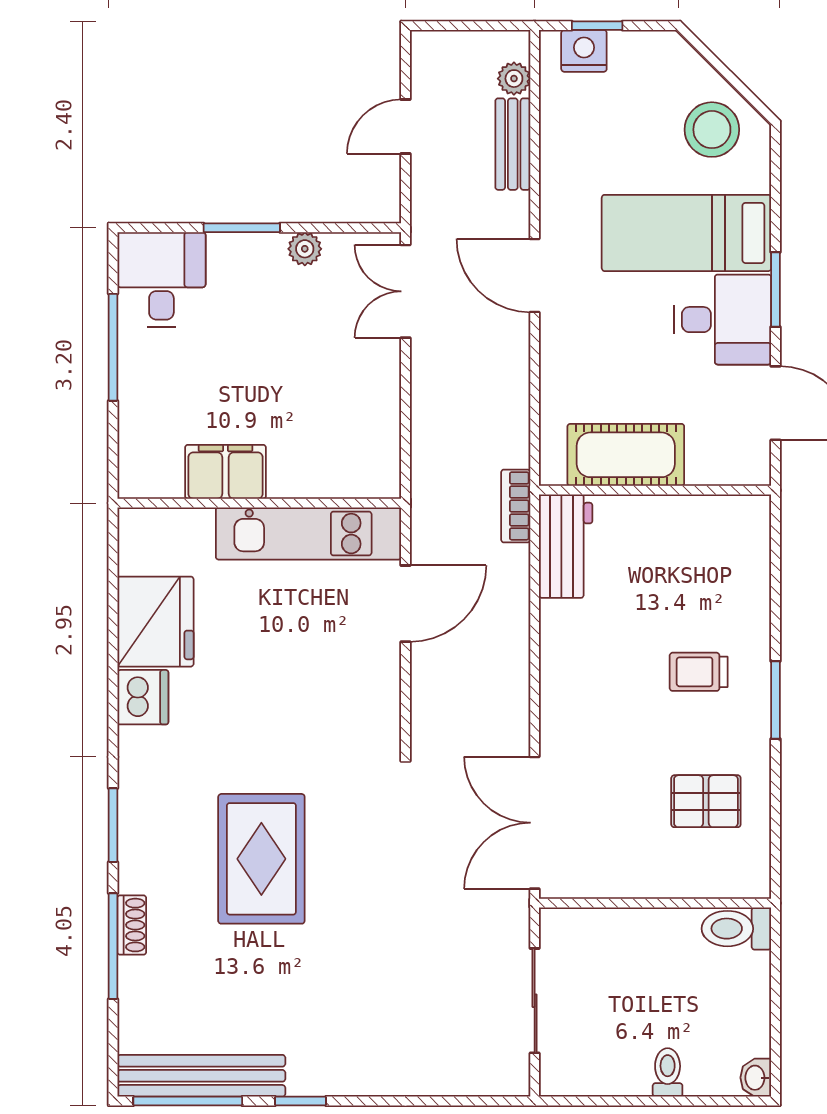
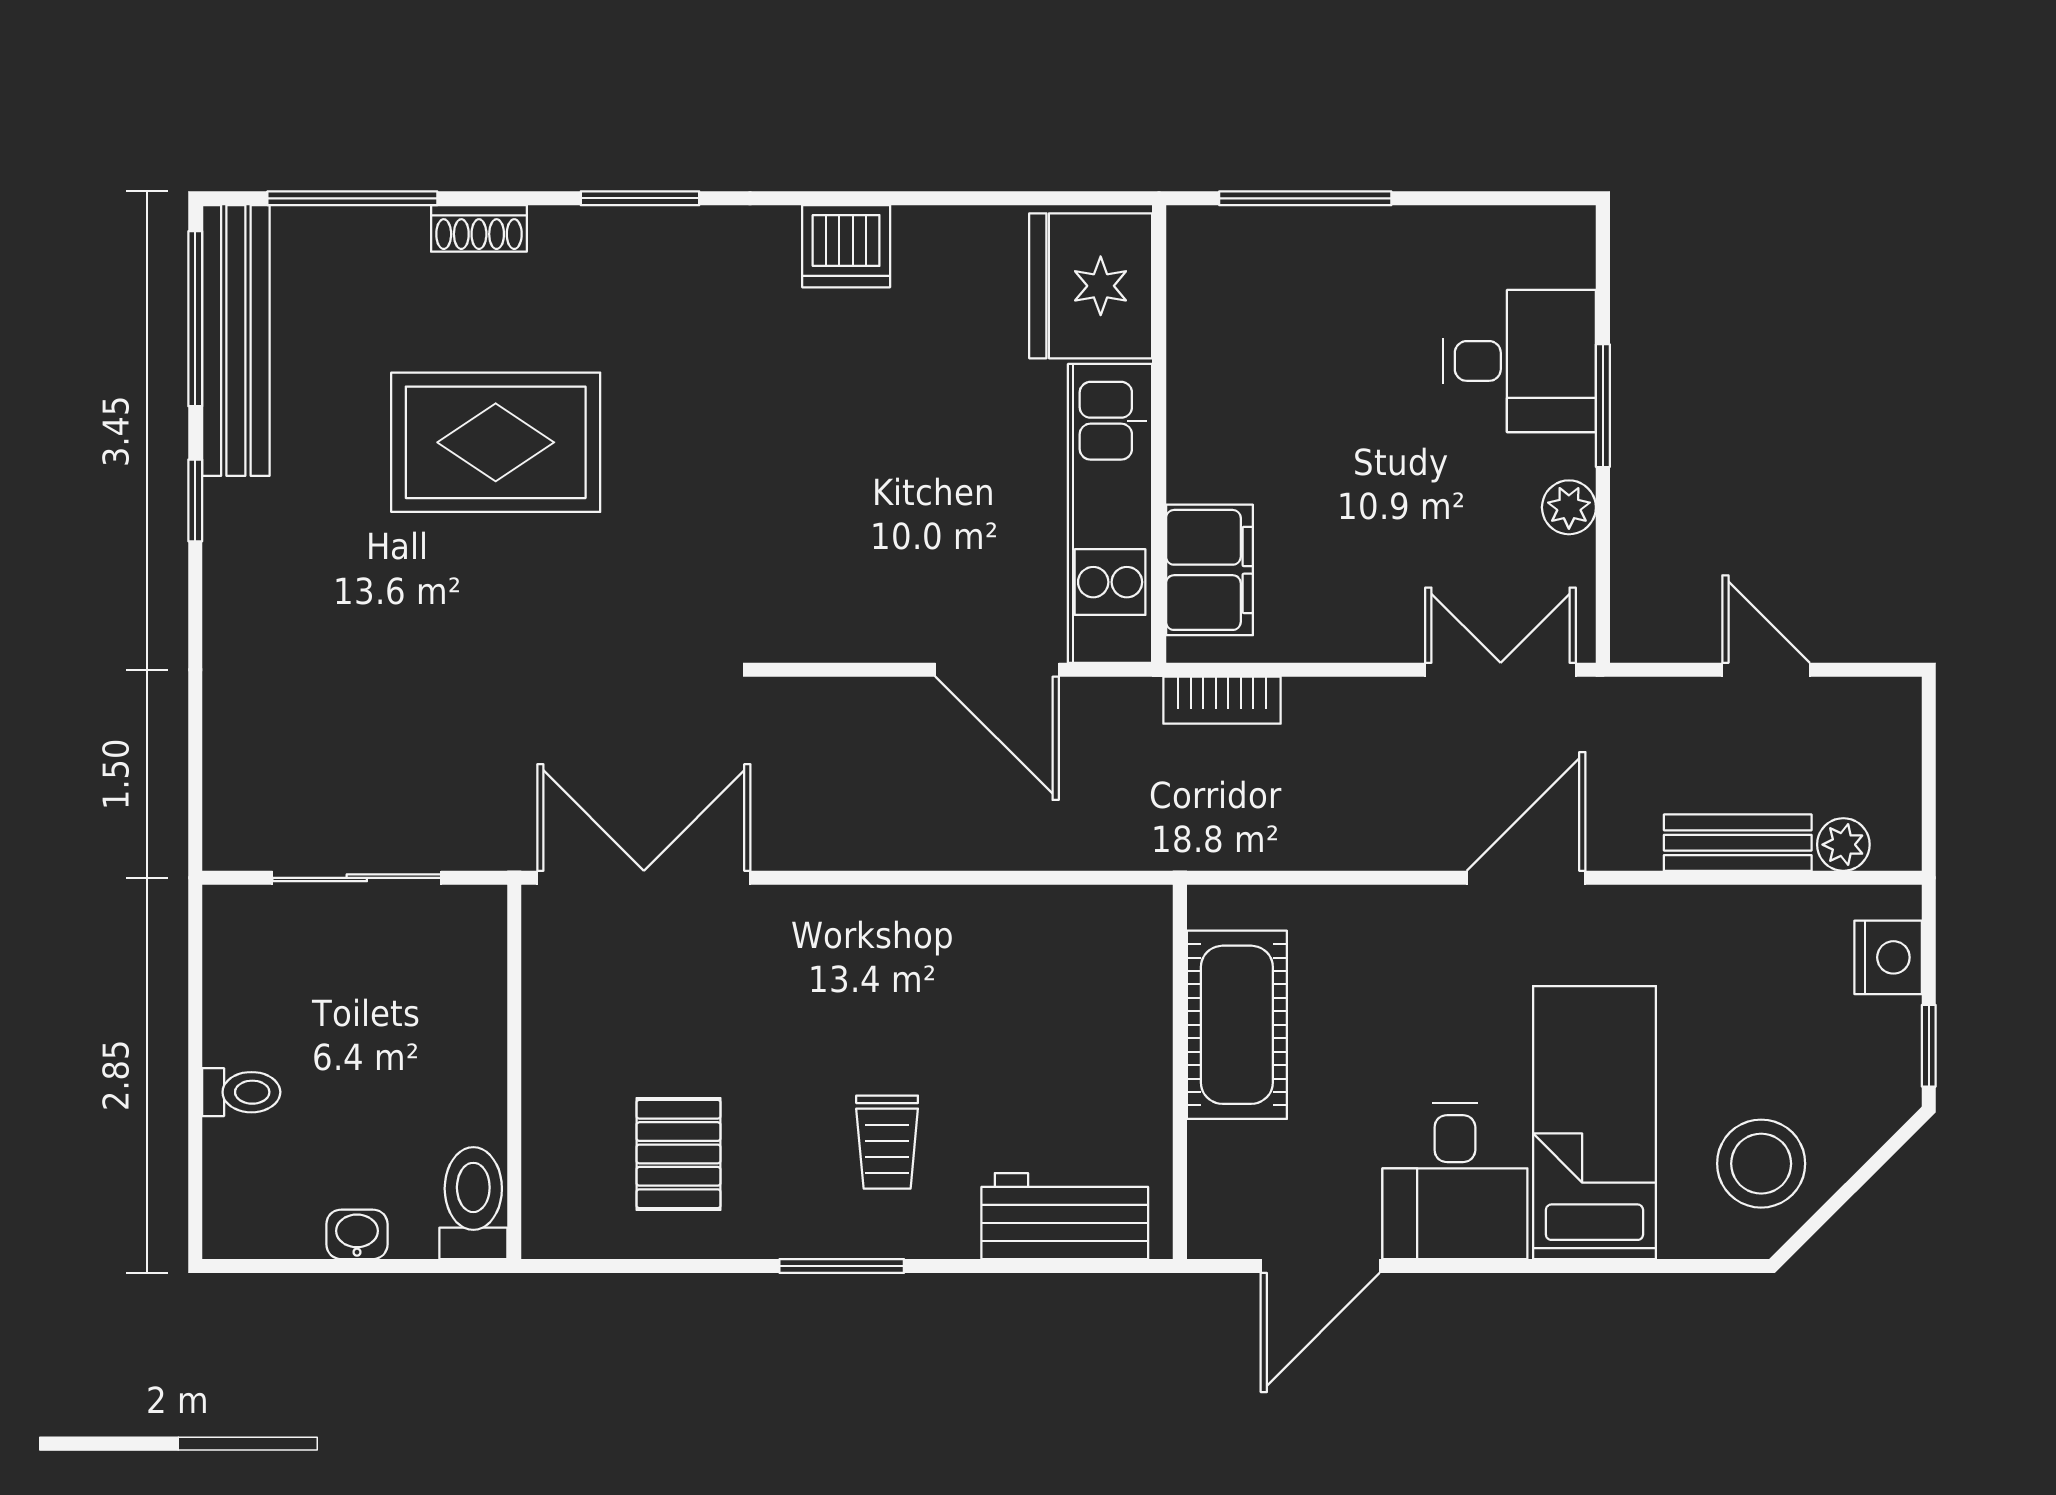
window: (597, 26) -> (1929, 1046), moved
desk: (161, 280) -> (1519, 361), moved
window: (775, 290) -> (1503, 1266), removed
window: (113, 347) -> (1305, 198), moved
filing cabinet: (225, 472) -> (1209, 570), moved
bookcase: (516, 506) -> (1222, 700), moved, turned 180
workbench: (566, 546) -> (1065, 1216), moved, turned 180
fridge: (155, 622) -> (1091, 286), moved, turned 90
trolley: (699, 672) -> (887, 1142), turned 180
rug: (261, 859) -> (496, 442), moved
window: (113, 946) -> (352, 198), moved
washbasin: (756, 1078) -> (357, 1234), moved

